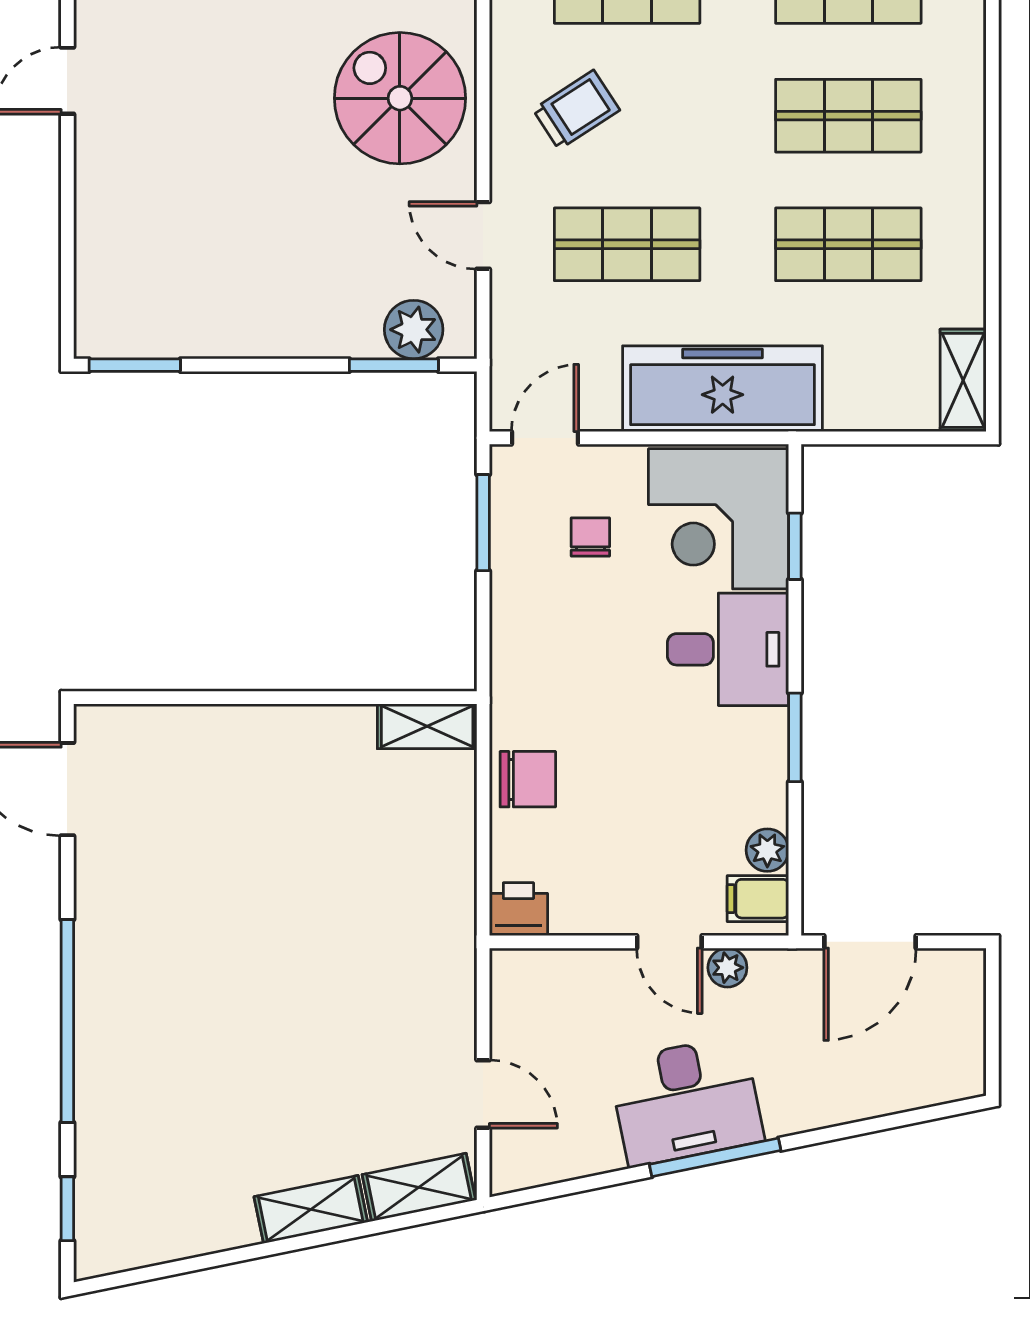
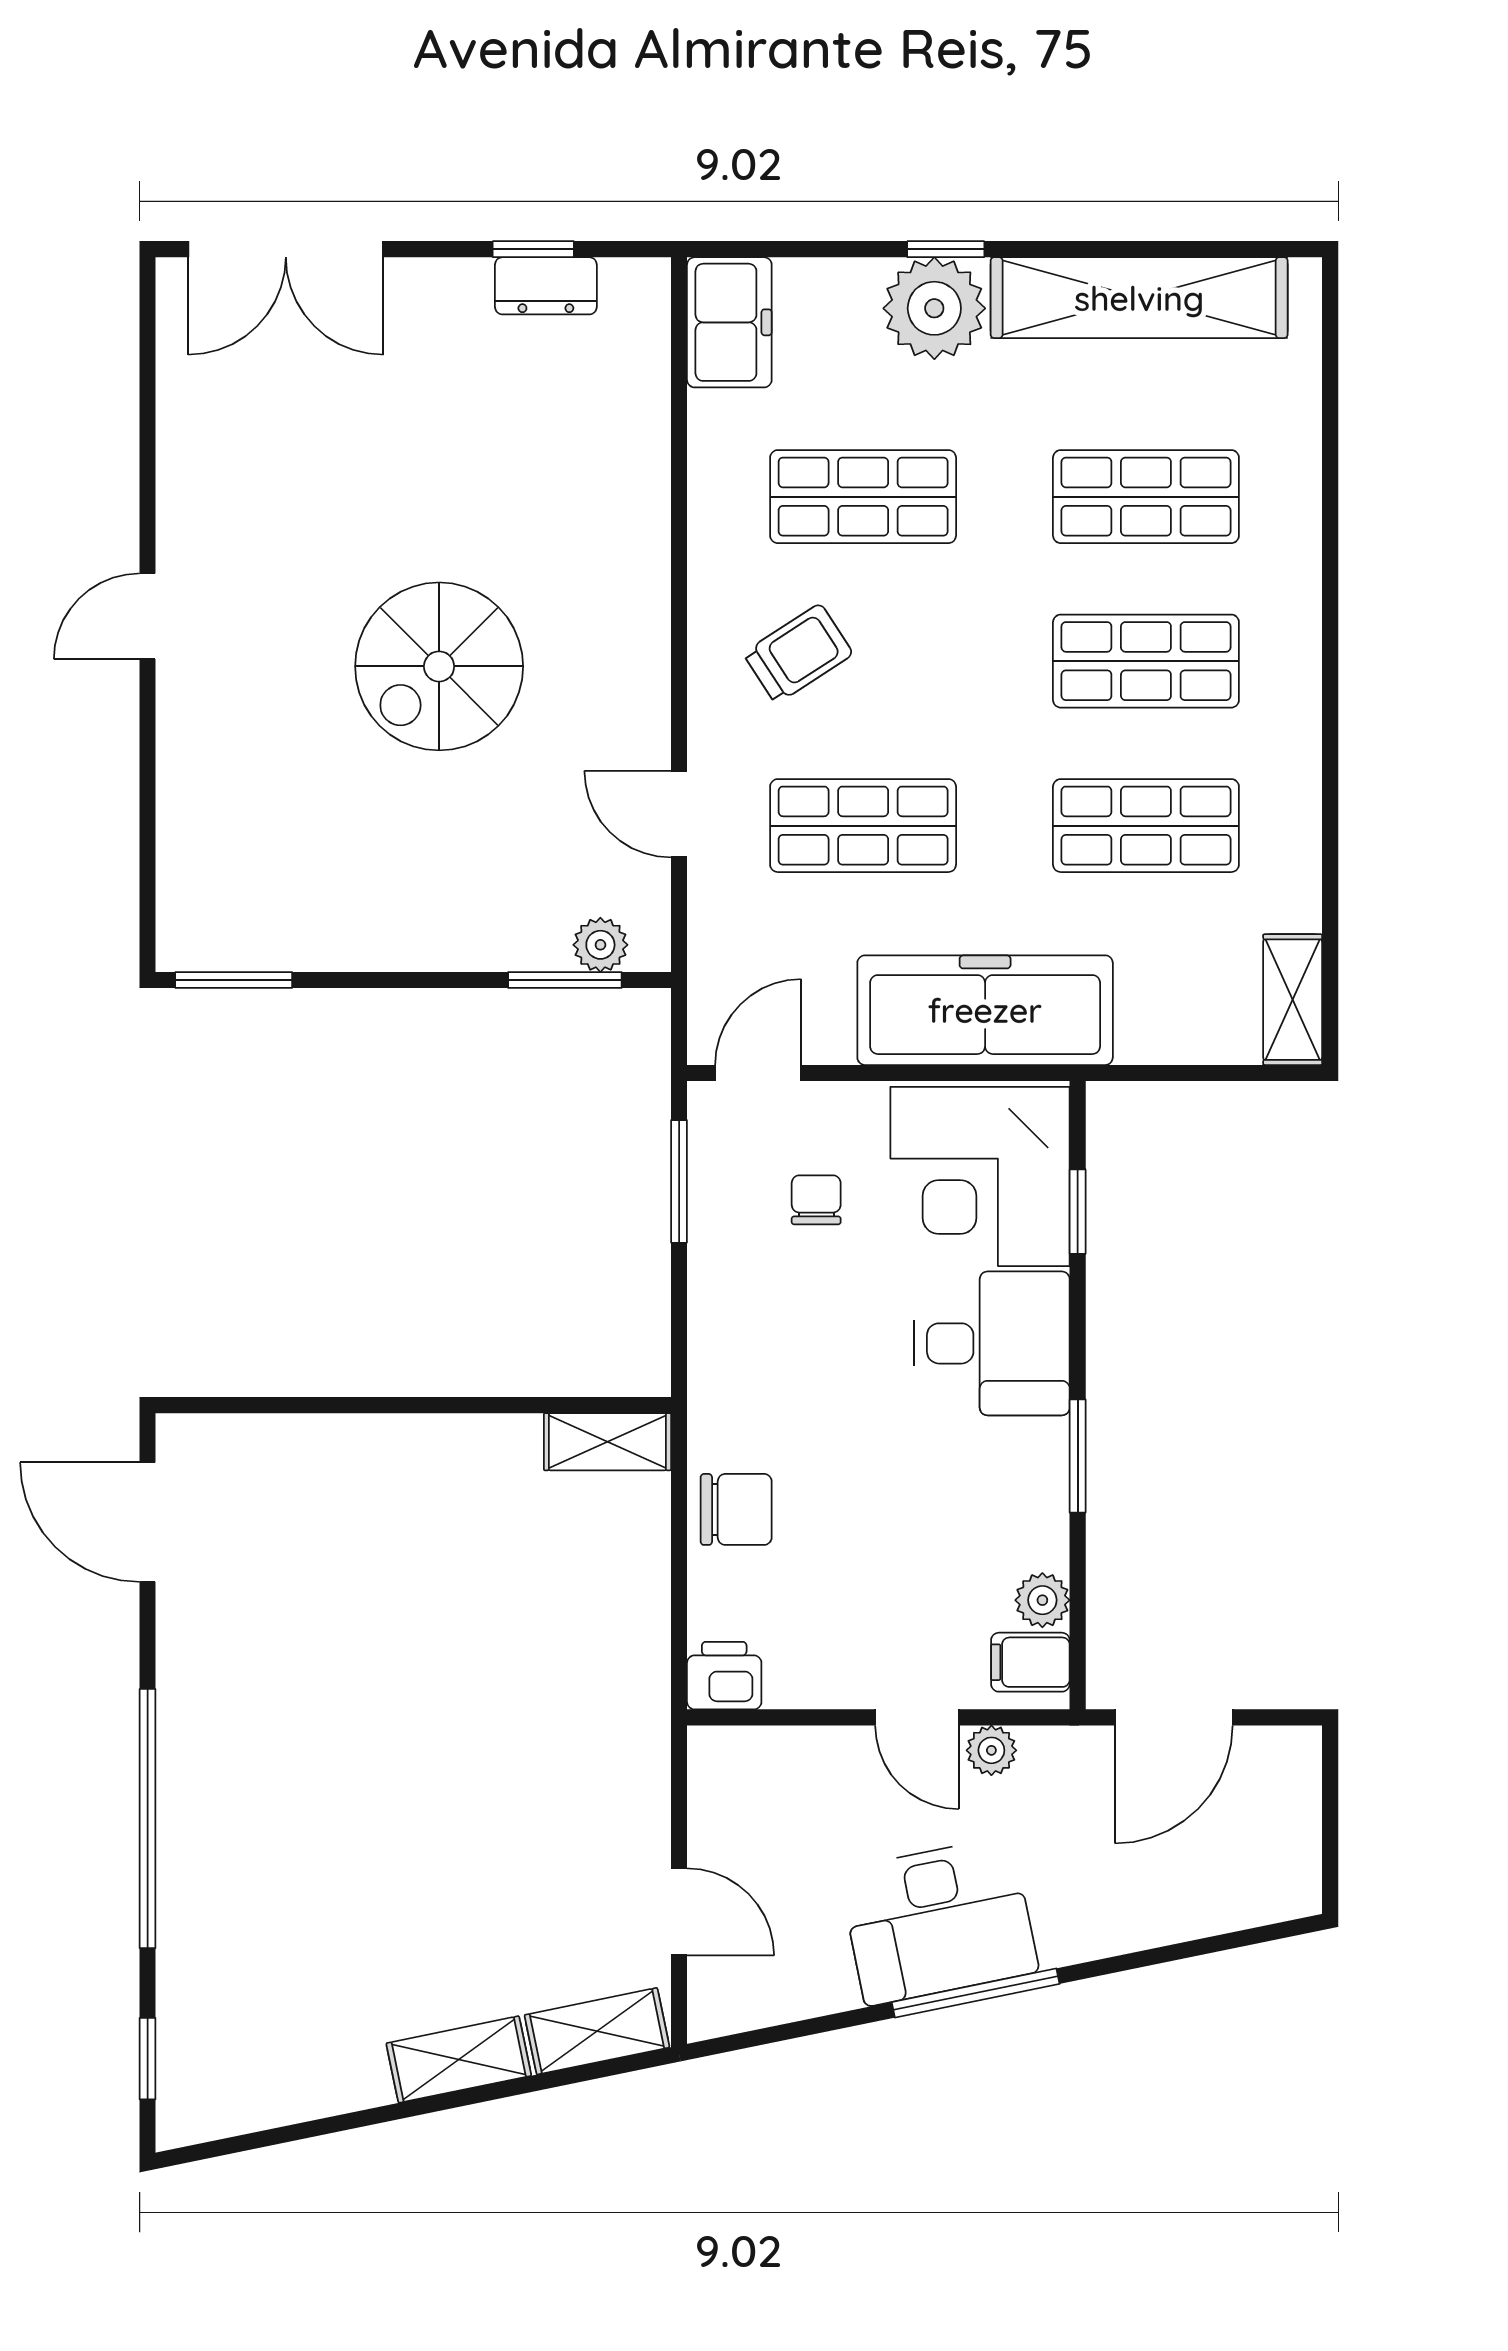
spiral stairs: (400, 98) -> (439, 666), moved, turned -90
plant: (414, 330) -> (600, 945), width x0.73, depth x0.73

